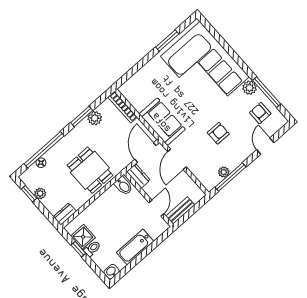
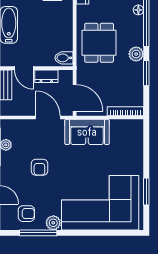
plant: (95, 118) -> (136, 54), moved
dining table: (90, 170) -> (99, 43), turned 90
dresser: (138, 176) -> (46, 76), moved

